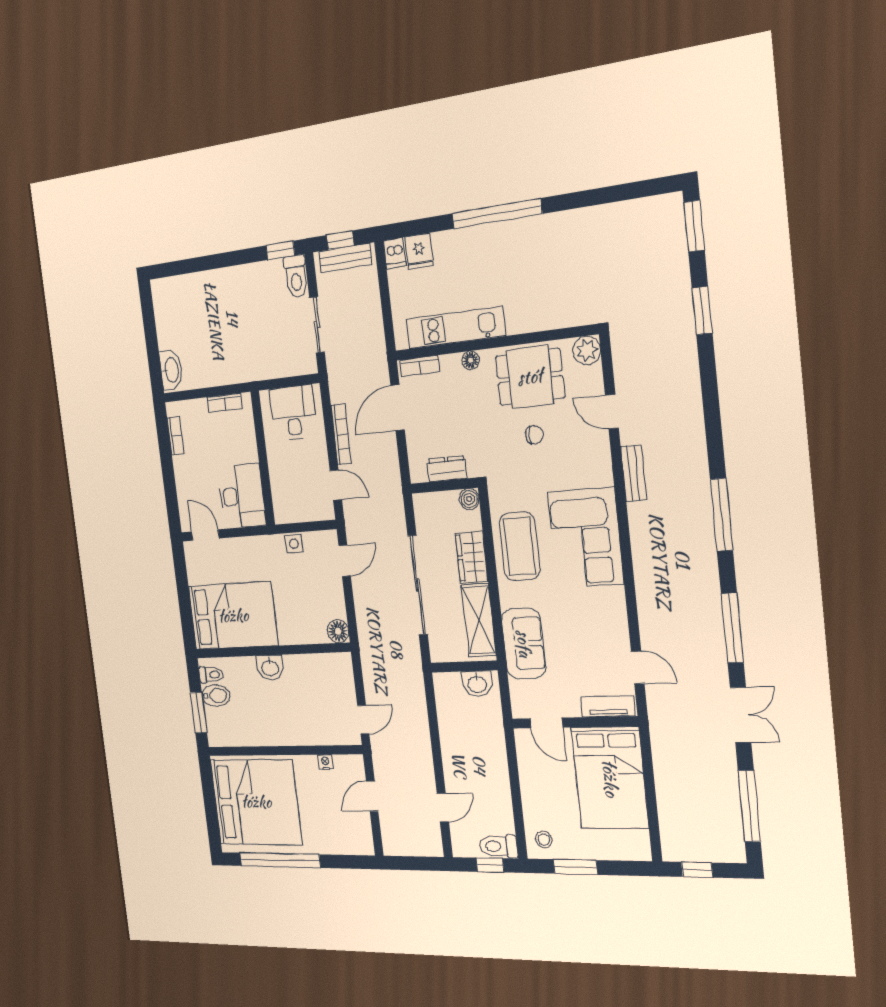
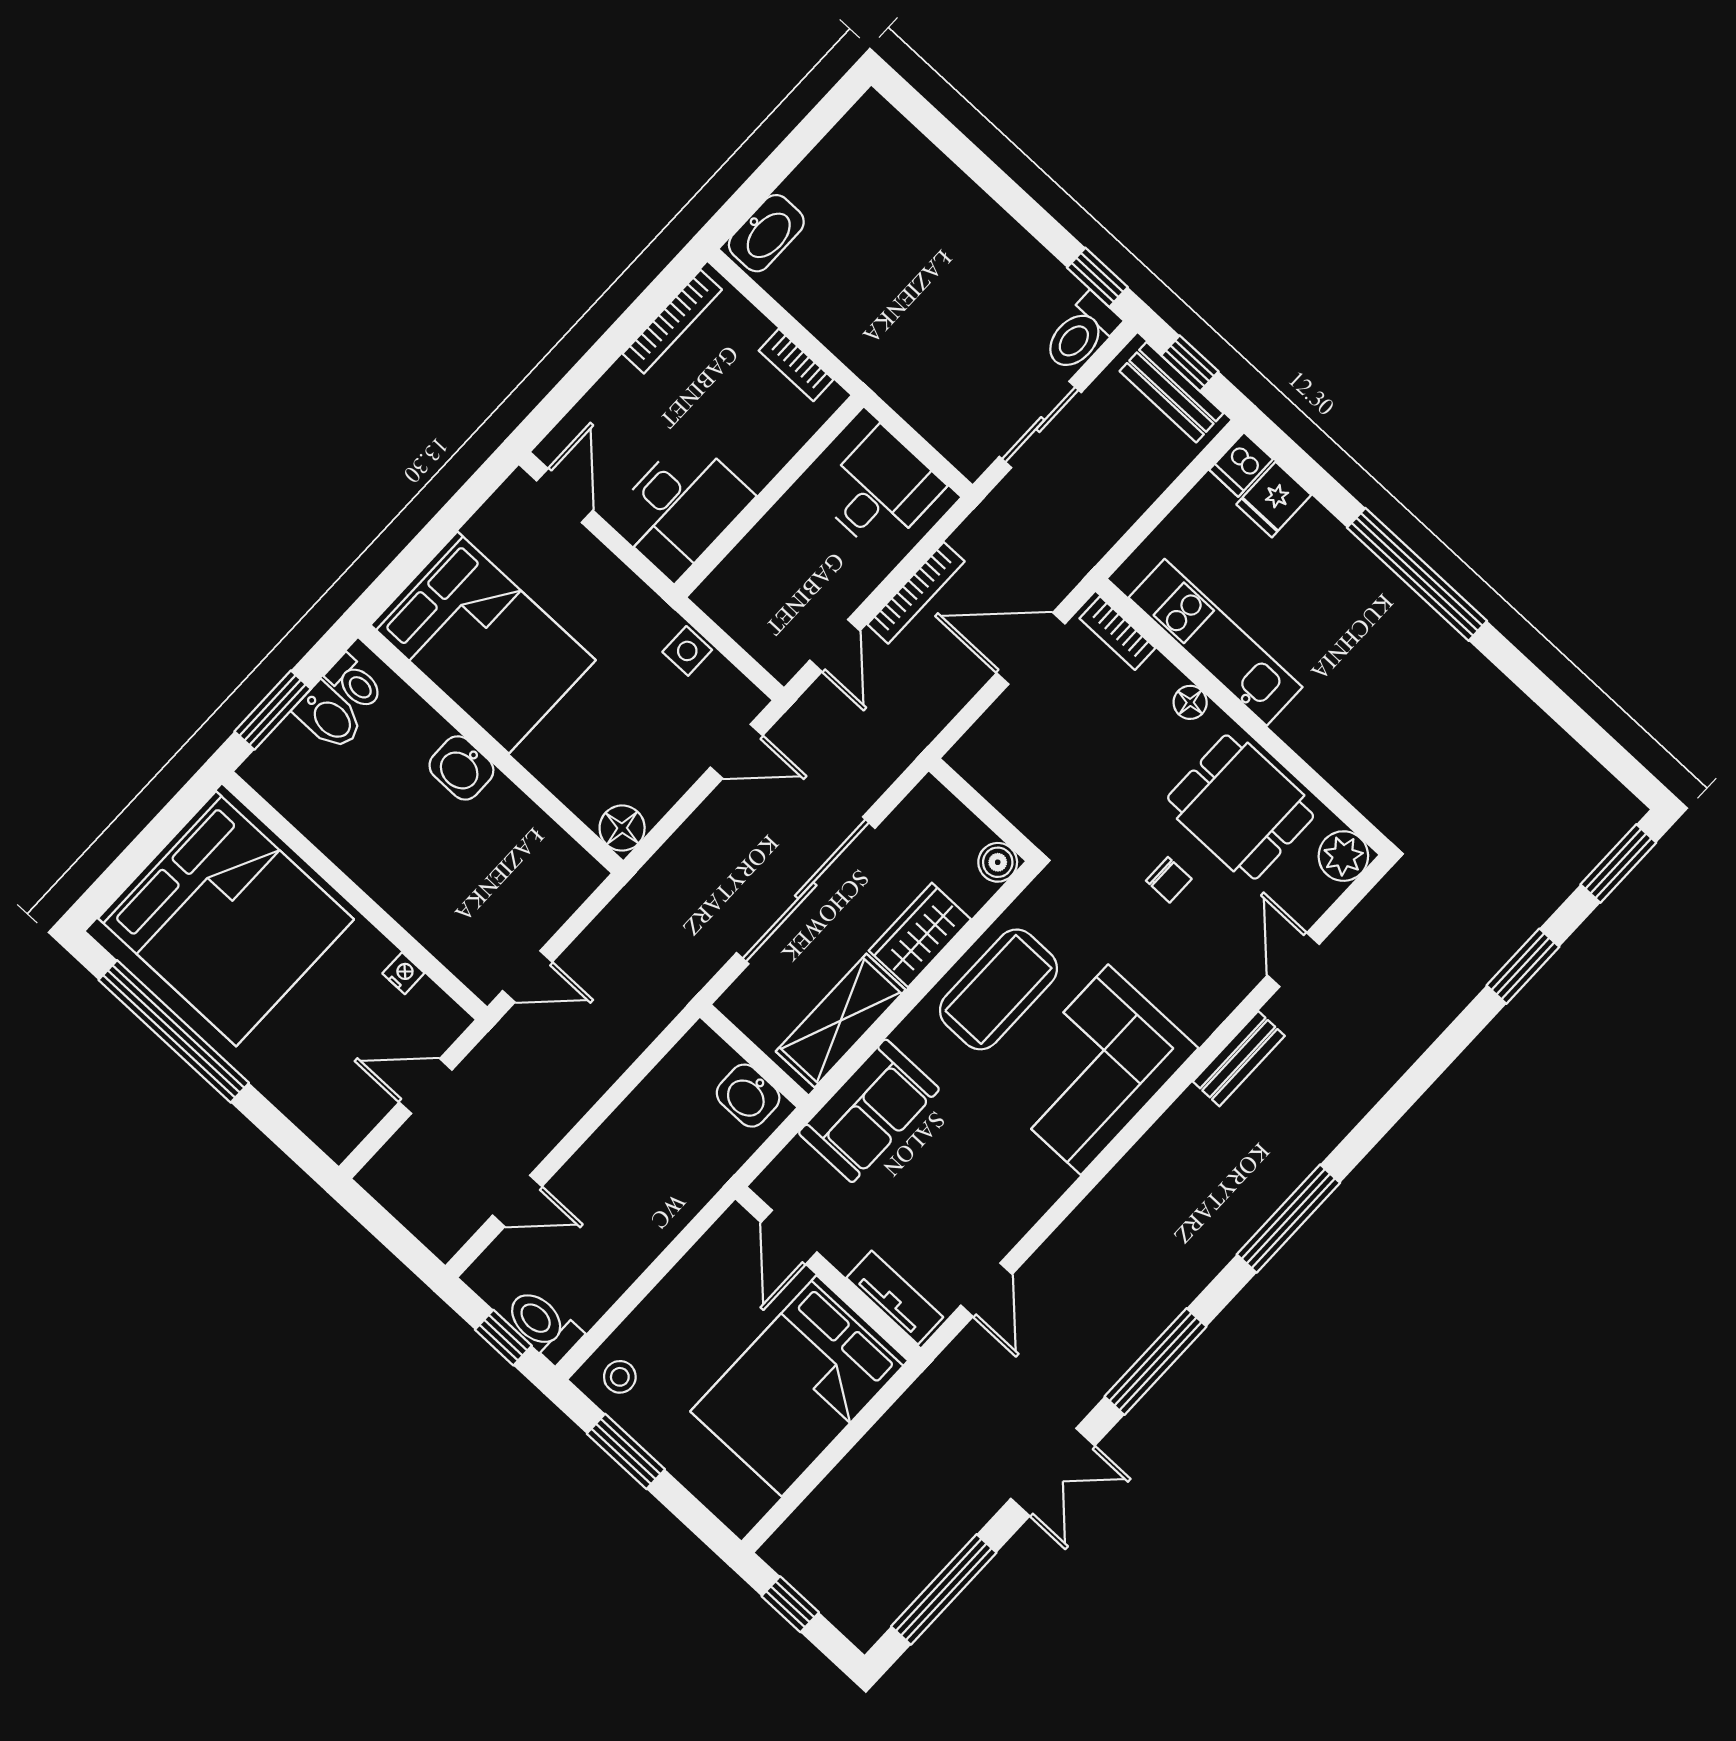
bookcase: (176, 436) -> (672, 322), width x1.56
dresser: (447, 469) -> (1011, 794), removed

